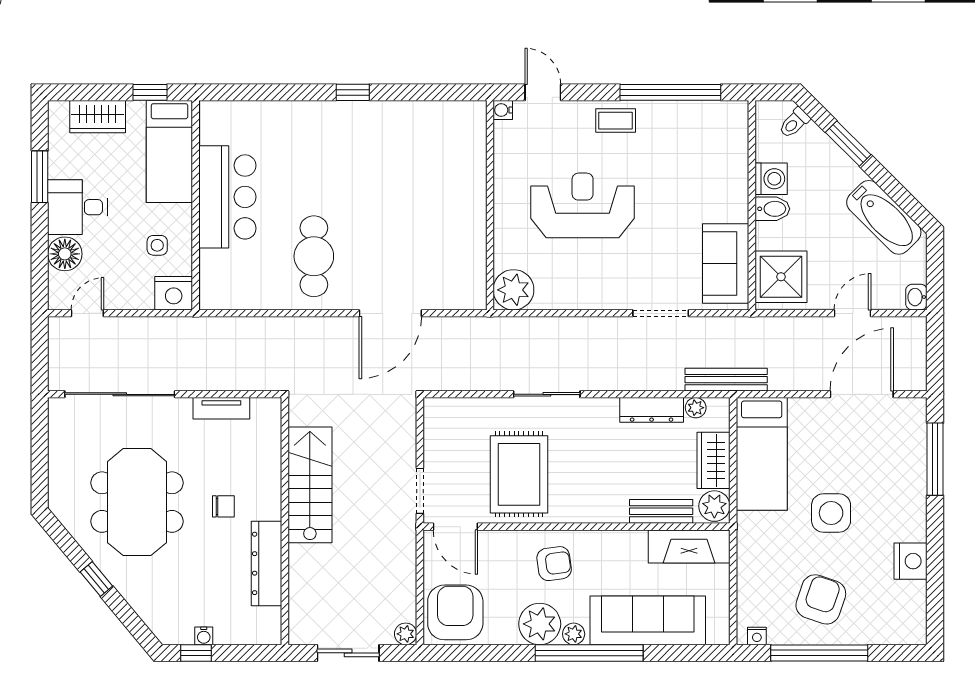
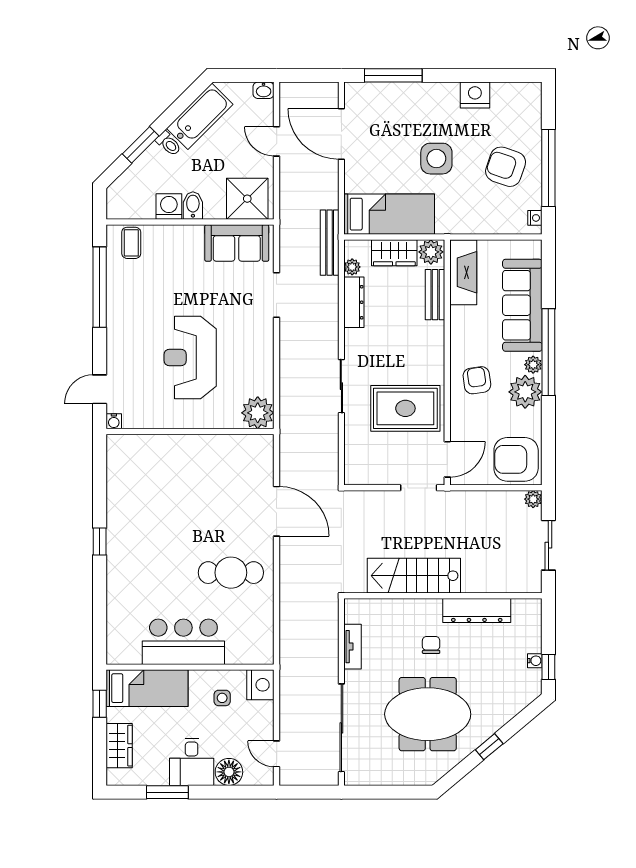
coffee table: (616, 121) -> (131, 243), moved
toilet: (794, 123) -> (169, 144), moved

